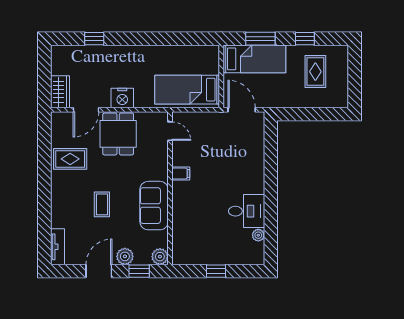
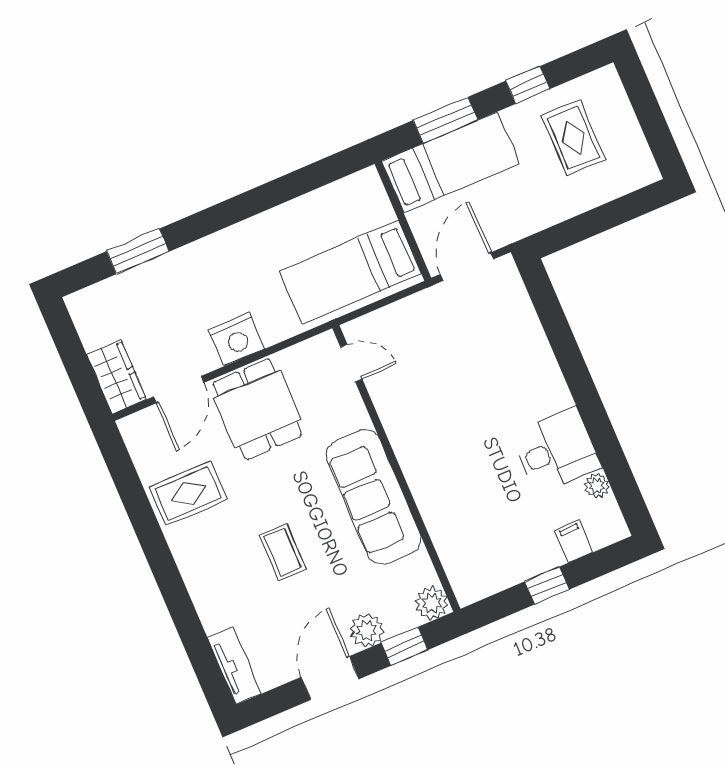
window: (94, 39) -> (138, 251), width x1.50
door: (242, 110) -> (467, 267), hinge flipped
filing cabinet: (181, 173) -> (574, 541), moved, turned -90
sofa: (154, 206) -> (373, 497), width x1.36

